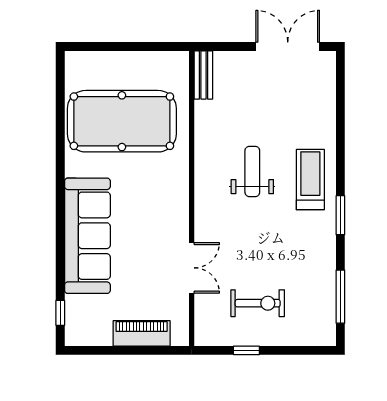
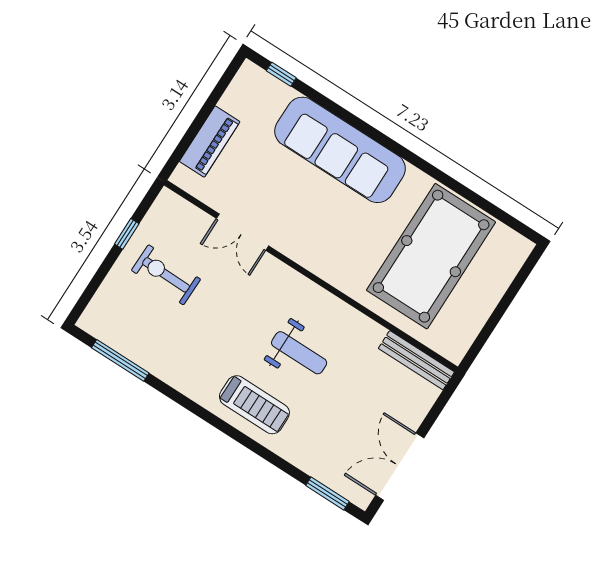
double door: (288, 46) -> (400, 467), swing flipped
bench: (203, 75) -> (416, 360), width x1.36
window: (340, 215) -> (327, 493), moved
exercise bike: (258, 303) -> (166, 275), turned 91

